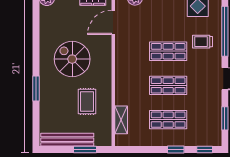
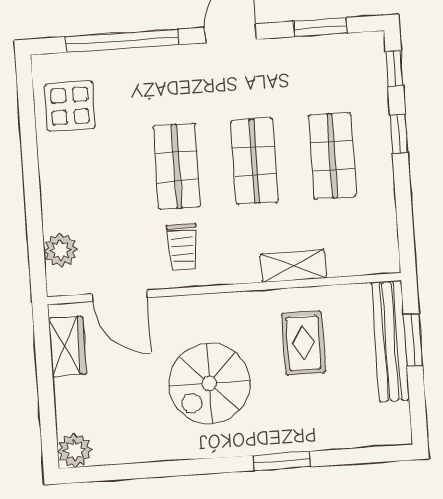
trolley: (202, 42) -> (182, 247), moved
rug: (87, 102) -> (304, 343), turned 90
shelving: (121, 120) -> (293, 266), moved
bench: (67, 140) -> (391, 341), moved

